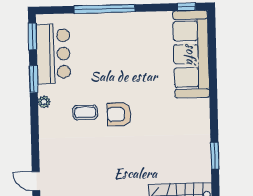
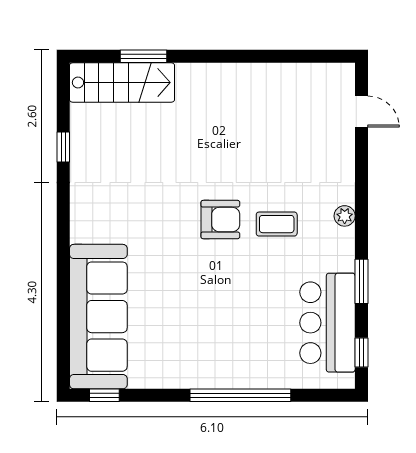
window: (32, 36) -> (361, 352), width x0.67
plant: (44, 102) -> (345, 216), moved
window: (215, 156) -> (63, 147), width x0.67

